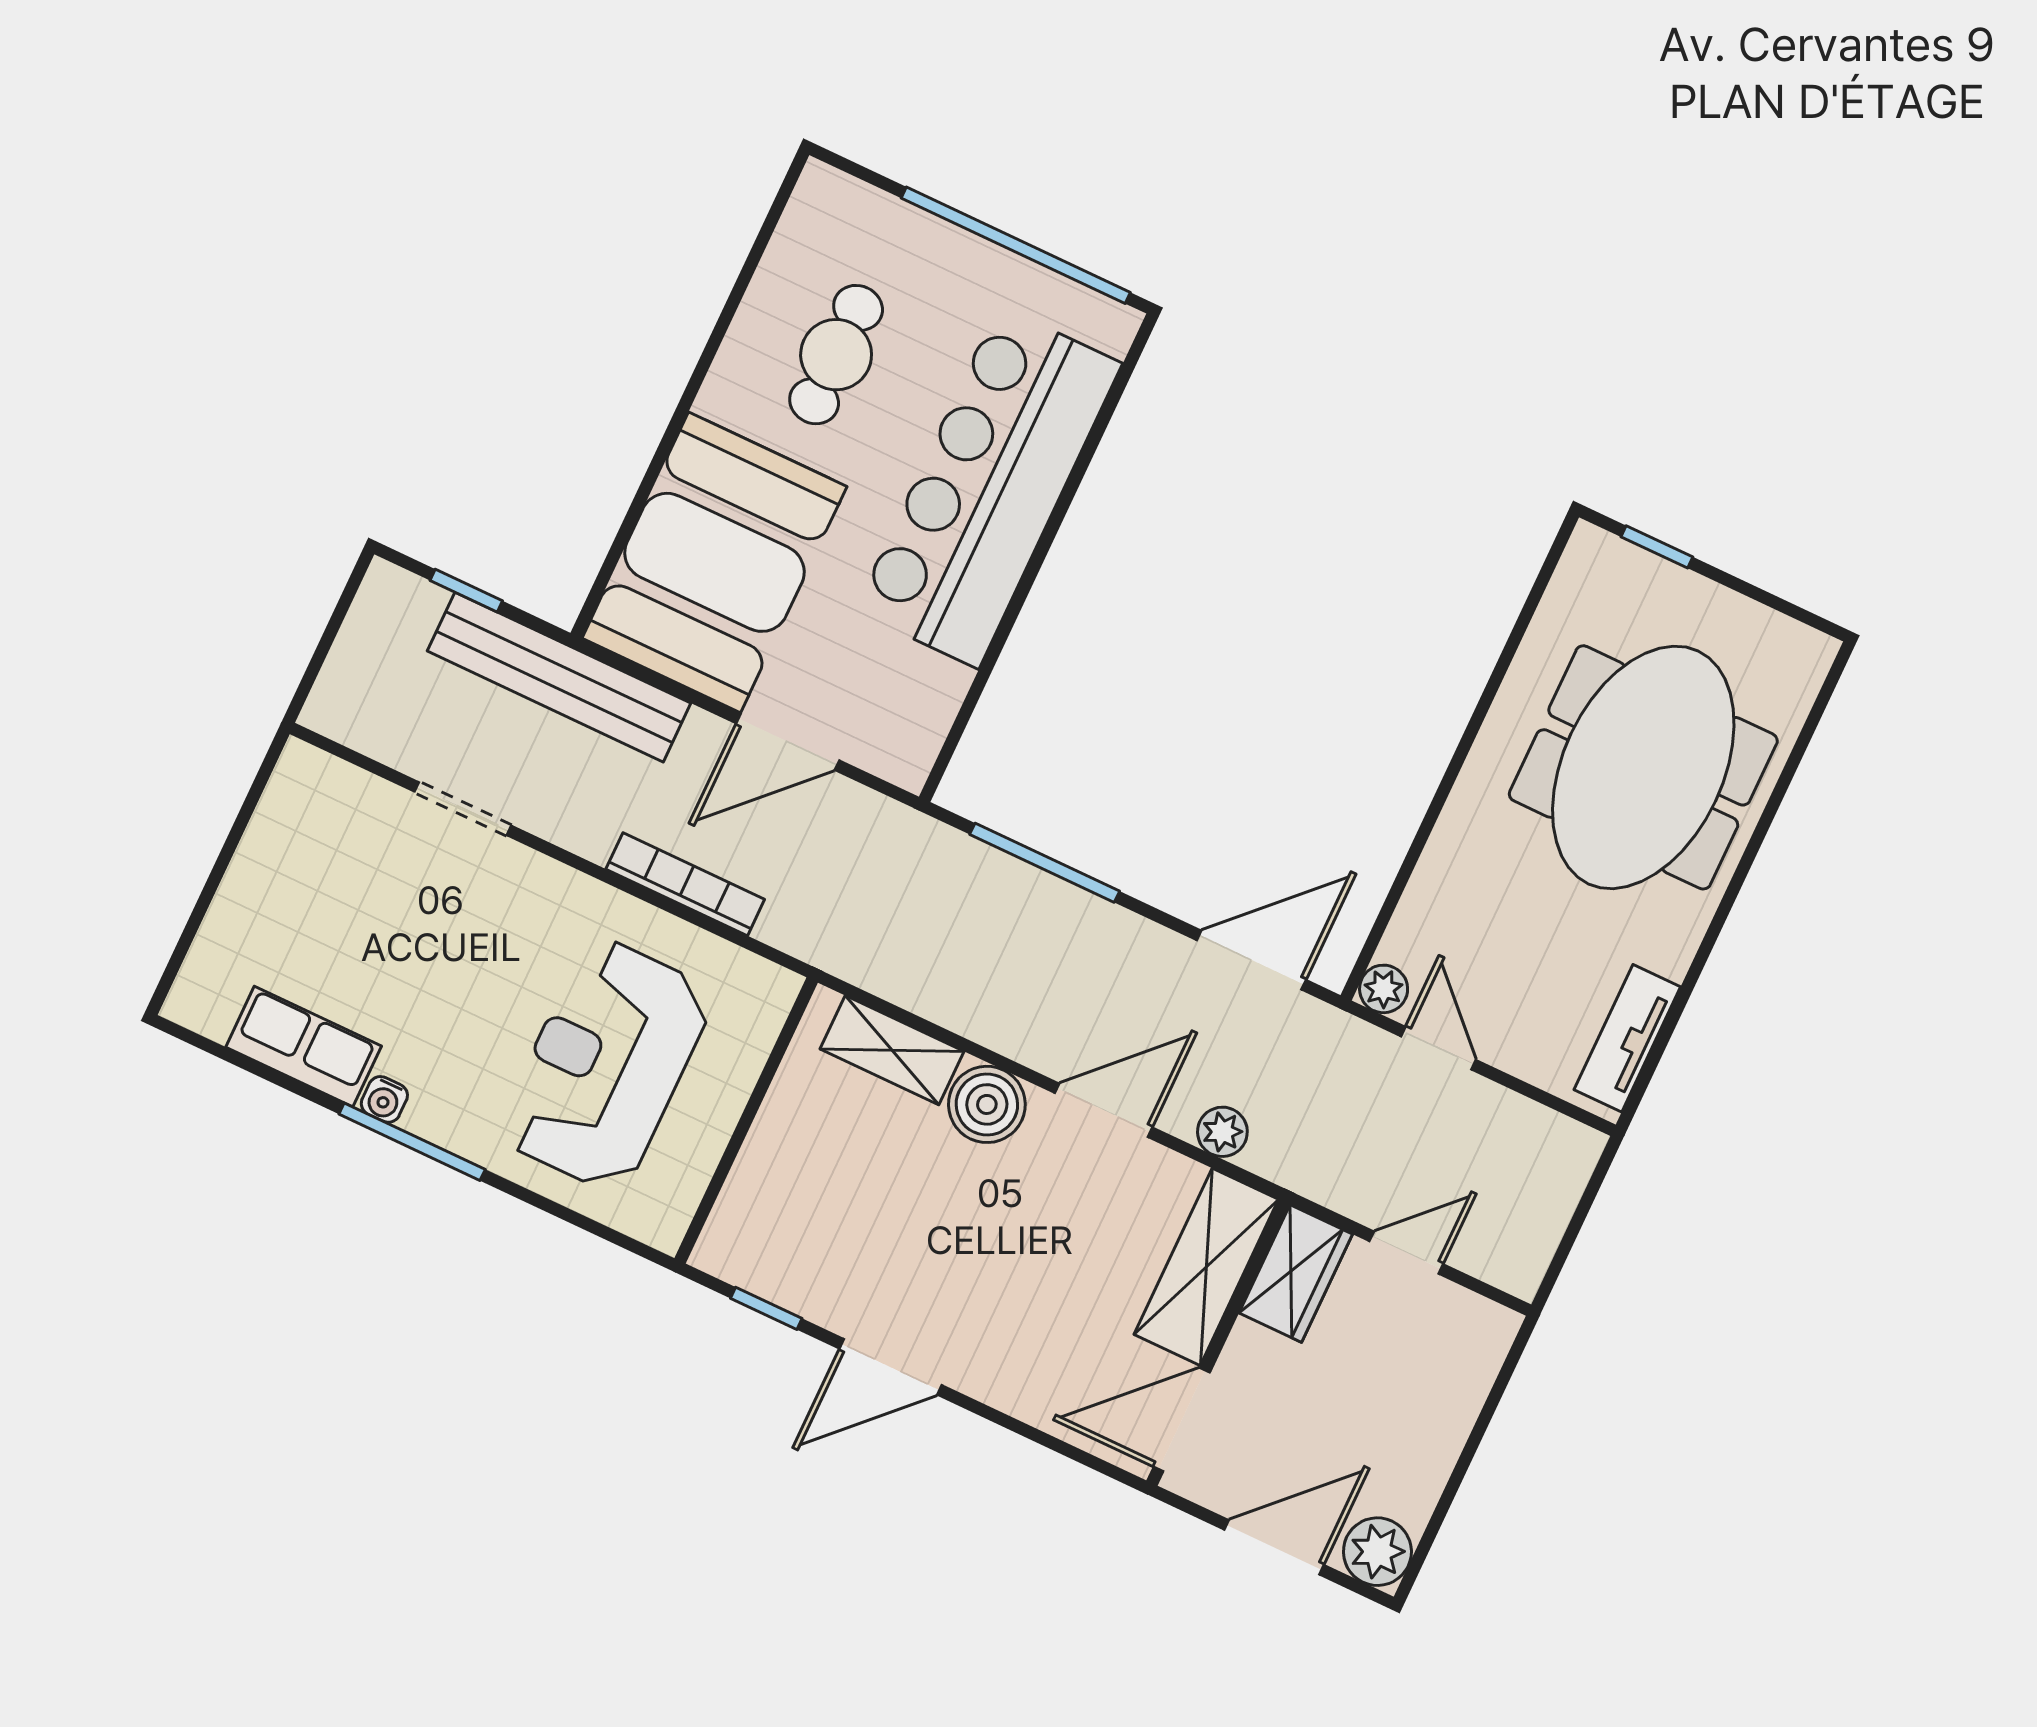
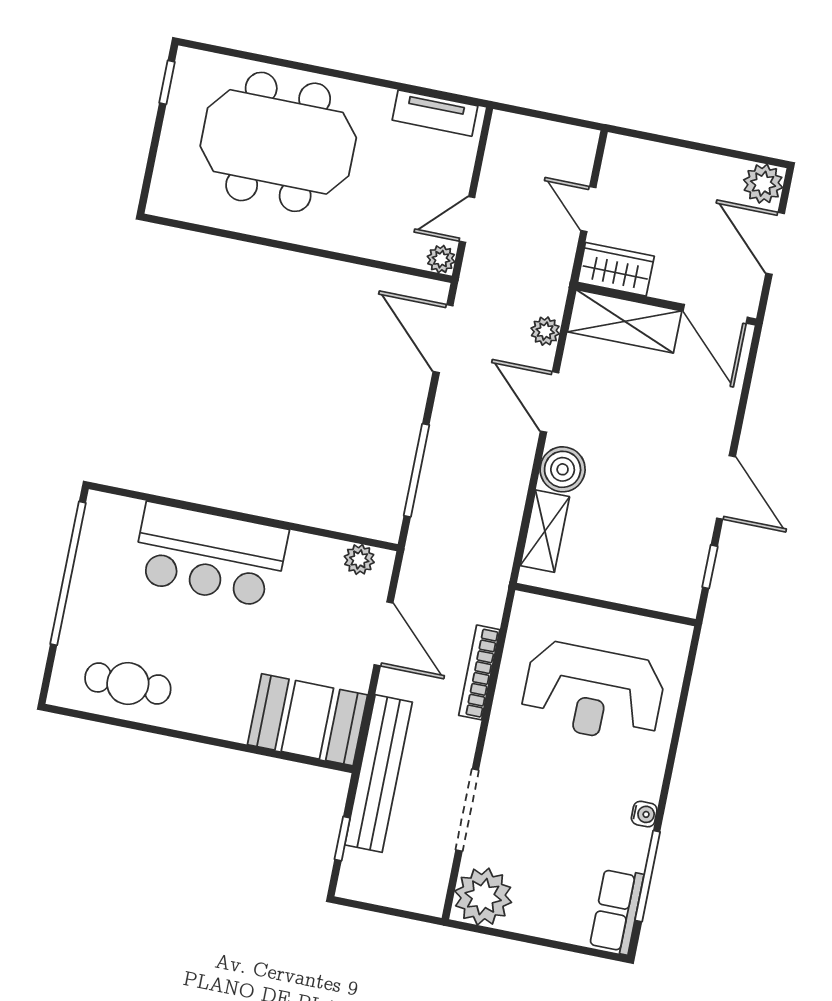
cafe table: (836, 355) -> (128, 683), moved
bar counter: (988, 487) -> (210, 555), width x0.73
window: (1657, 547) -> (167, 82), moved
booth: (714, 562) -> (307, 720), width x0.73, depth x0.70
plant: (921, 732) -> (359, 559), added
plant: (313, 800) -> (483, 897), added
doorway: (463, 809) -> (467, 810), width x1.38
row of seats: (304, 1047) -> (617, 911), moved
window: (412, 1142) -> (648, 876), moved

